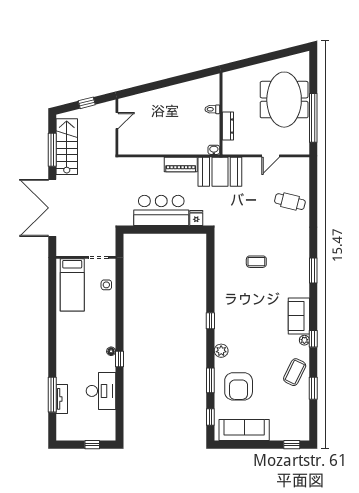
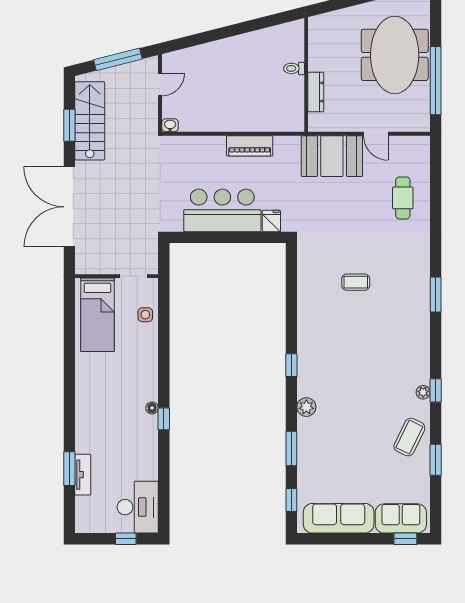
window: (87, 103) -> (118, 59), width x2.17
window: (52, 150) -> (69, 125), width x0.69
washbasin: (214, 150) -> (170, 125), moved
door: (271, 156) -> (376, 134), hinge flipped
booth: (220, 172) -> (332, 156), moved
cafe table: (290, 202) -> (403, 198), turned 76
sofa: (299, 316) -> (401, 518), moved, turned 90
armchair: (239, 386) -> (331, 457), removed
desk: (101, 391) -> (138, 507), moved
window: (52, 395) -> (69, 469), width x0.69

